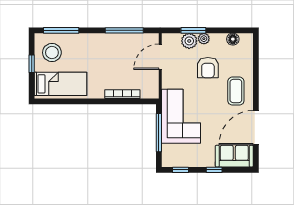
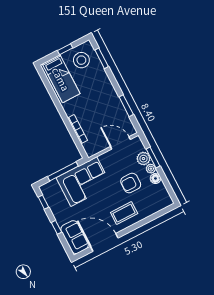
window: (61, 30) -> (102, 58), width x0.69
window: (124, 30) -> (126, 106), width x0.69
floor lamp: (233, 39) -> (155, 178), moved

